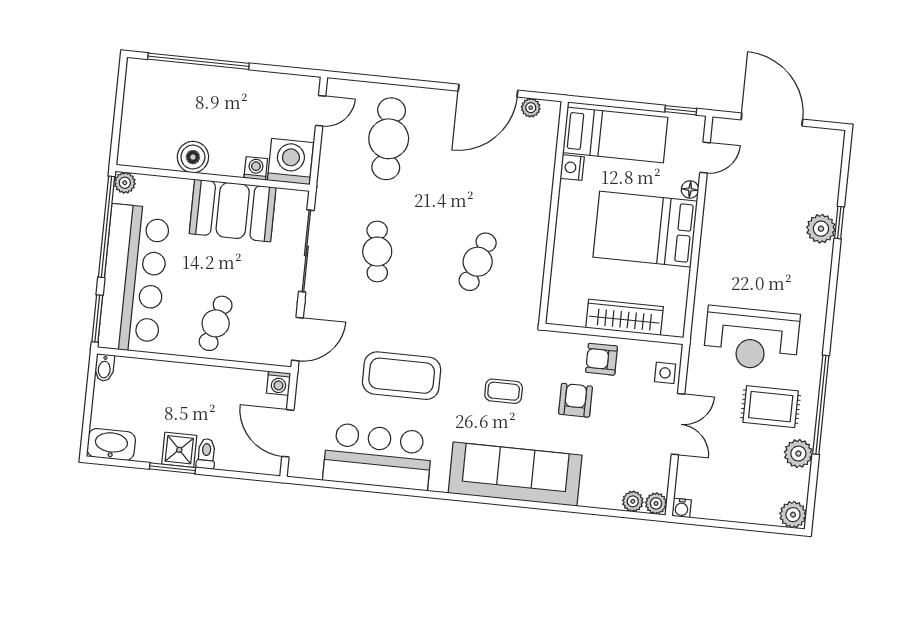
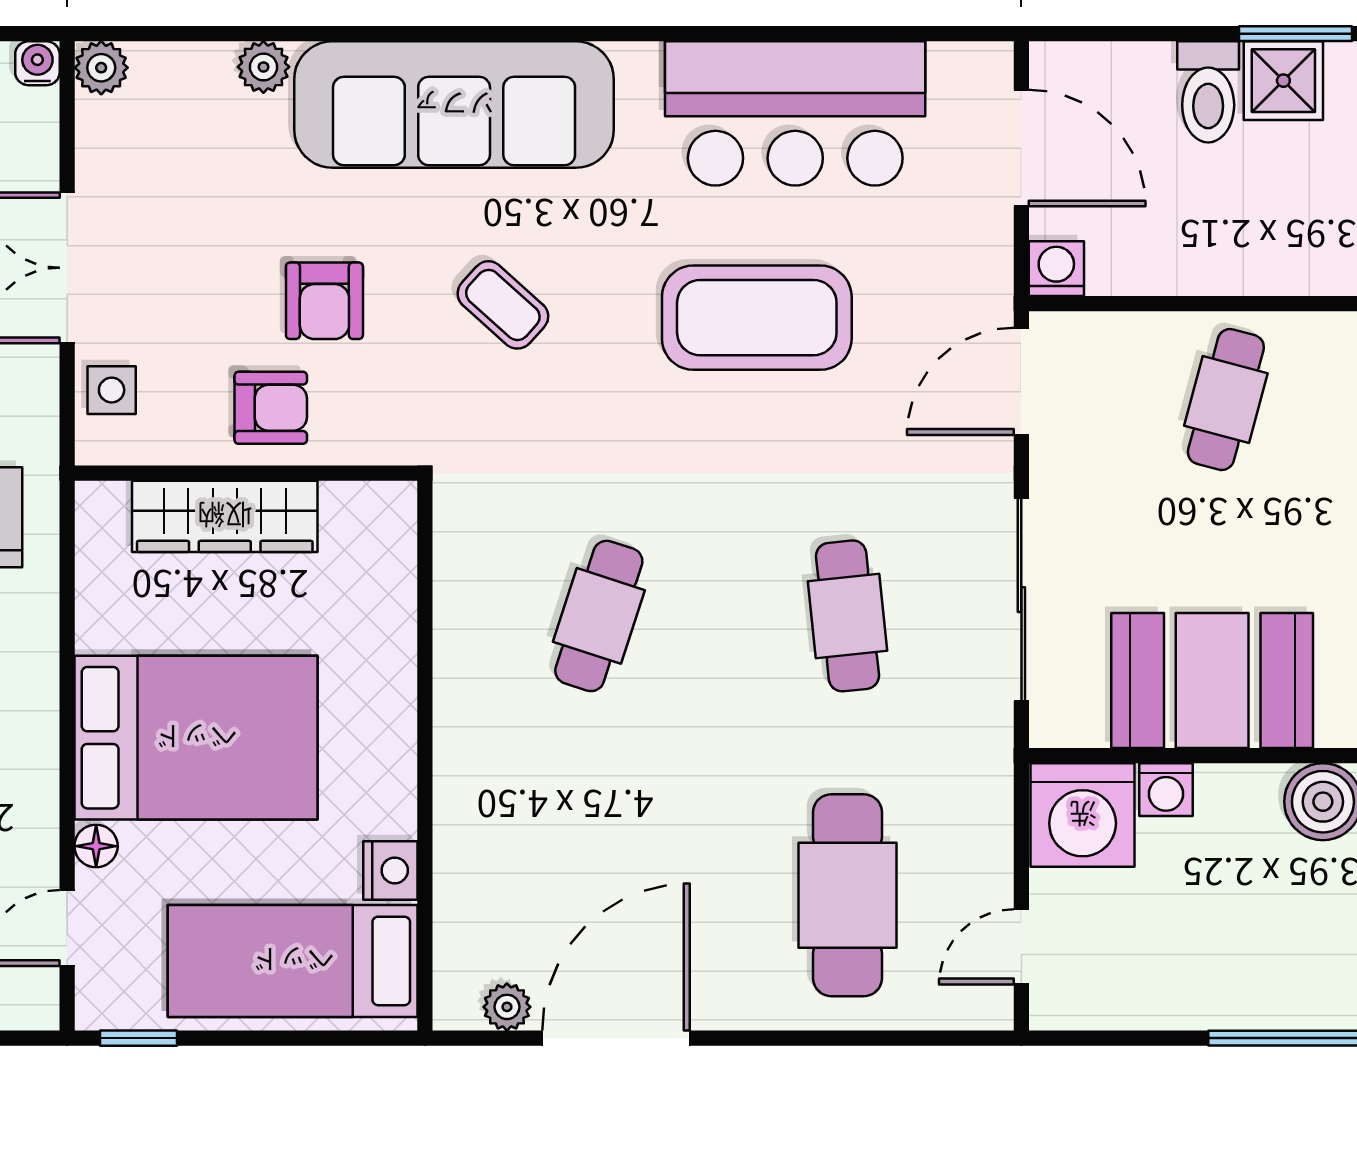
coffee table: (504, 391) -> (503, 305), turned 42
toilet: (206, 454) -> (1208, 92), width x1.37, depth x1.39
plant: (633, 501) -> (263, 67), moved

